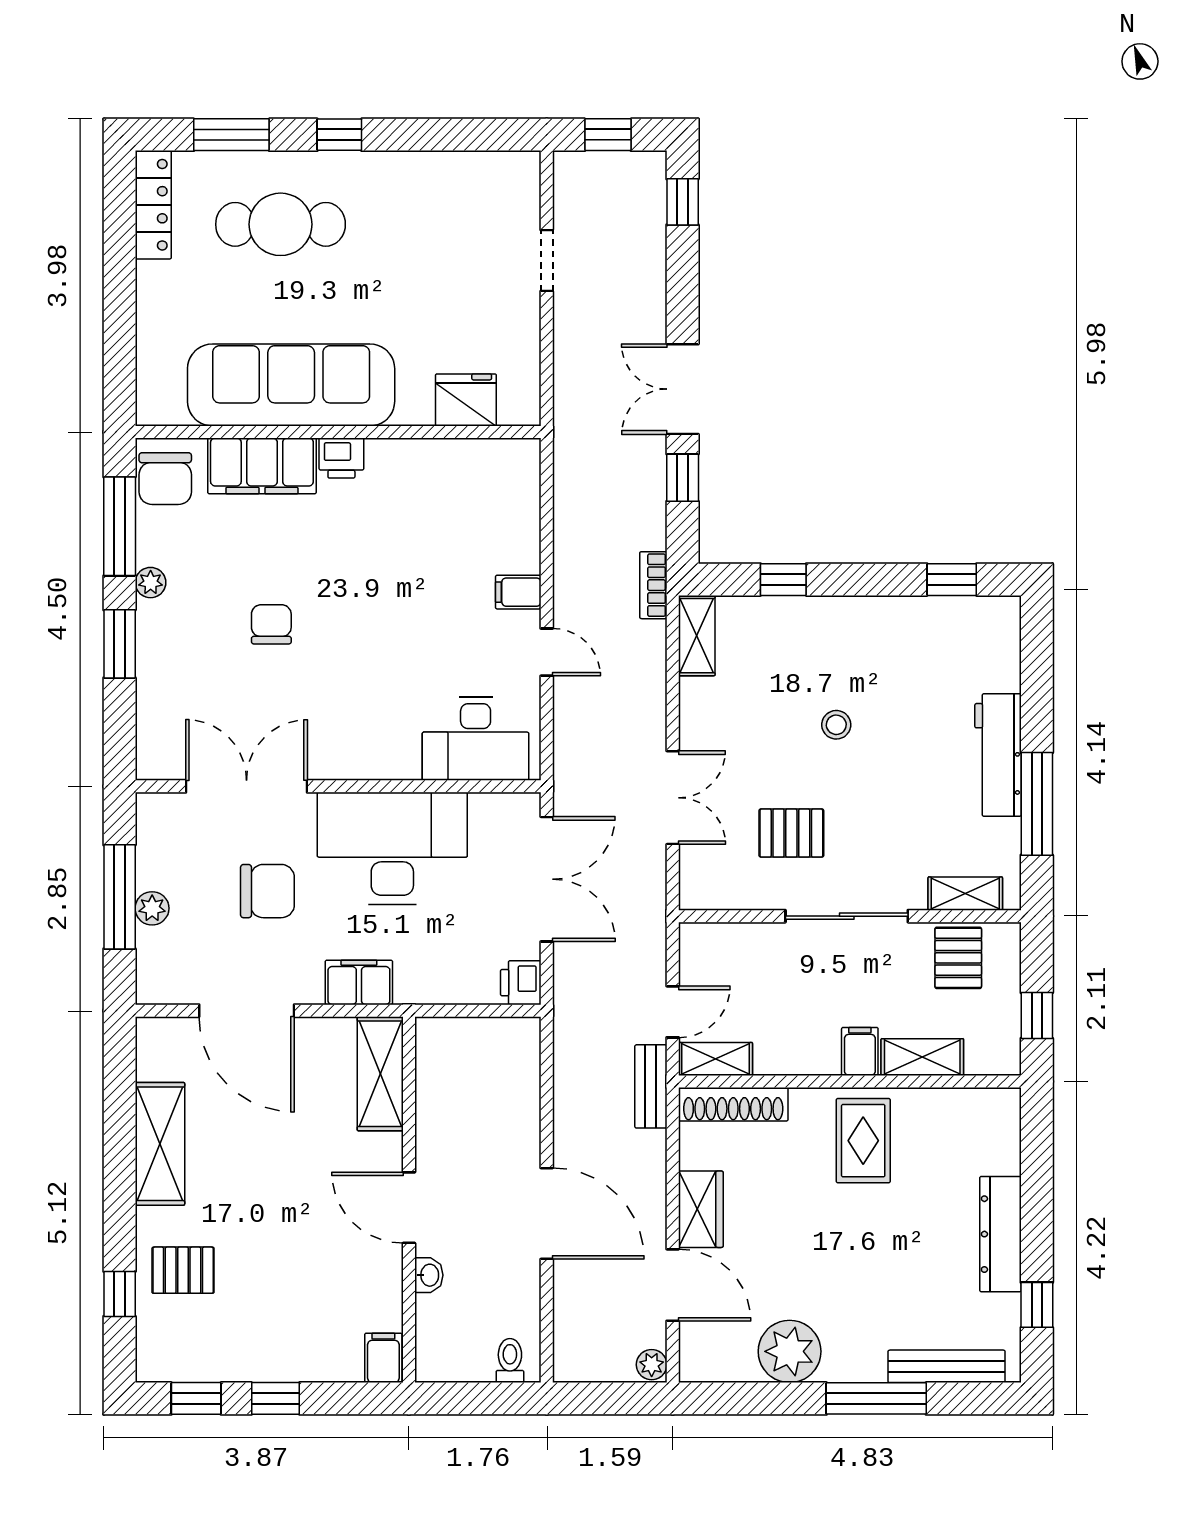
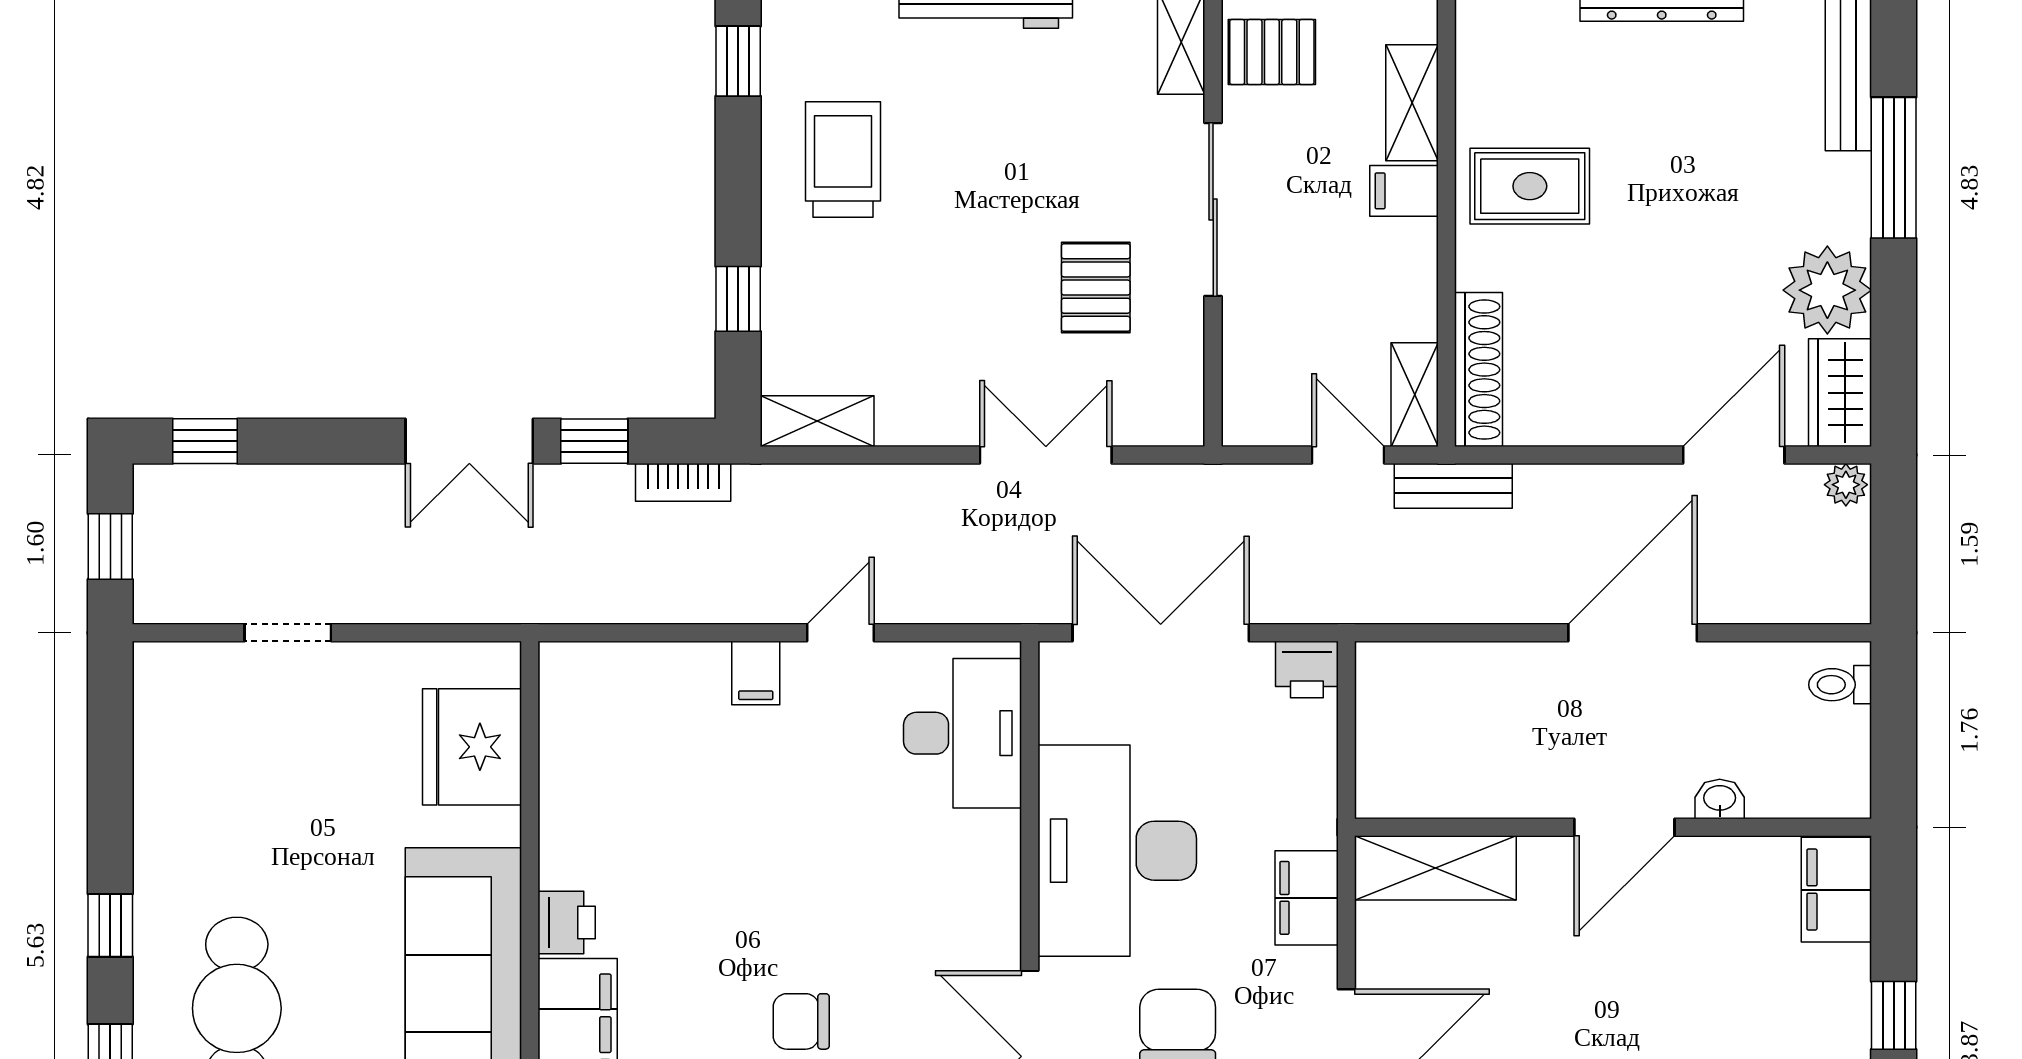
fridge: (466, 400) -> (472, 747), width x1.36, depth x1.34
bookcase: (653, 585) -> (683, 482), moved
trolley: (882, 654) -> (843, 160), added
stool: (836, 725) -> (943, 224), removed
wardrobe: (701, 1209) -> (1840, 393), moved, turned -90
filing cabinet: (383, 1358) -> (1836, 890), width x2.00

